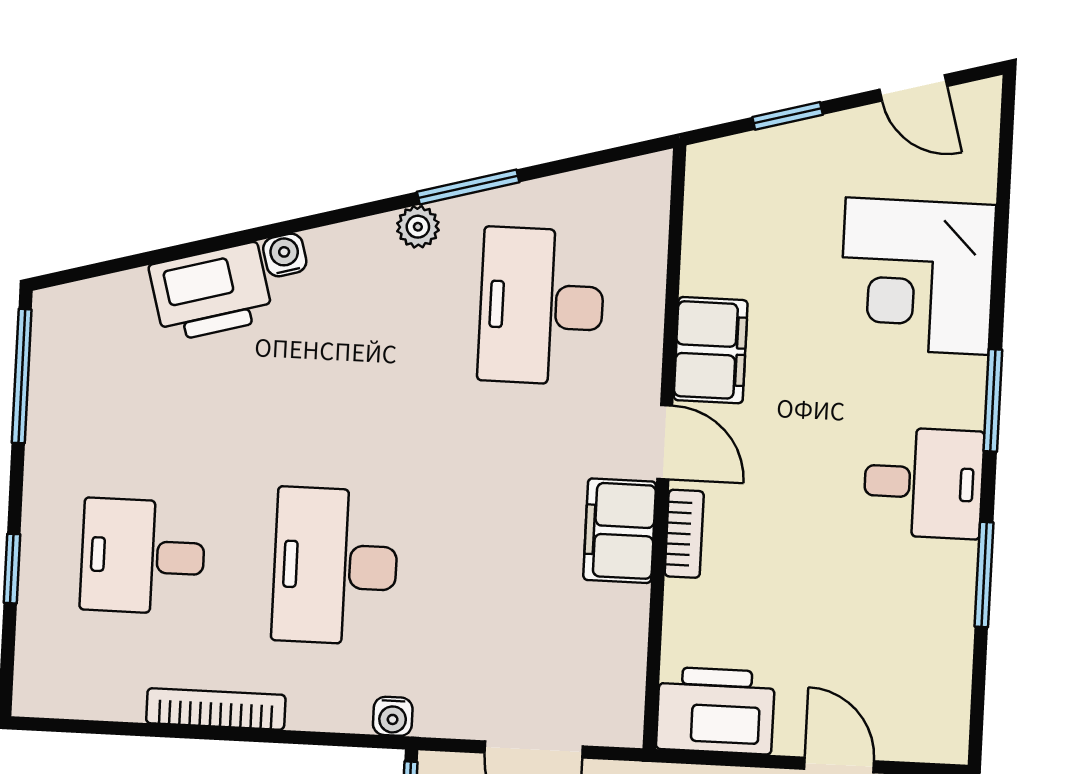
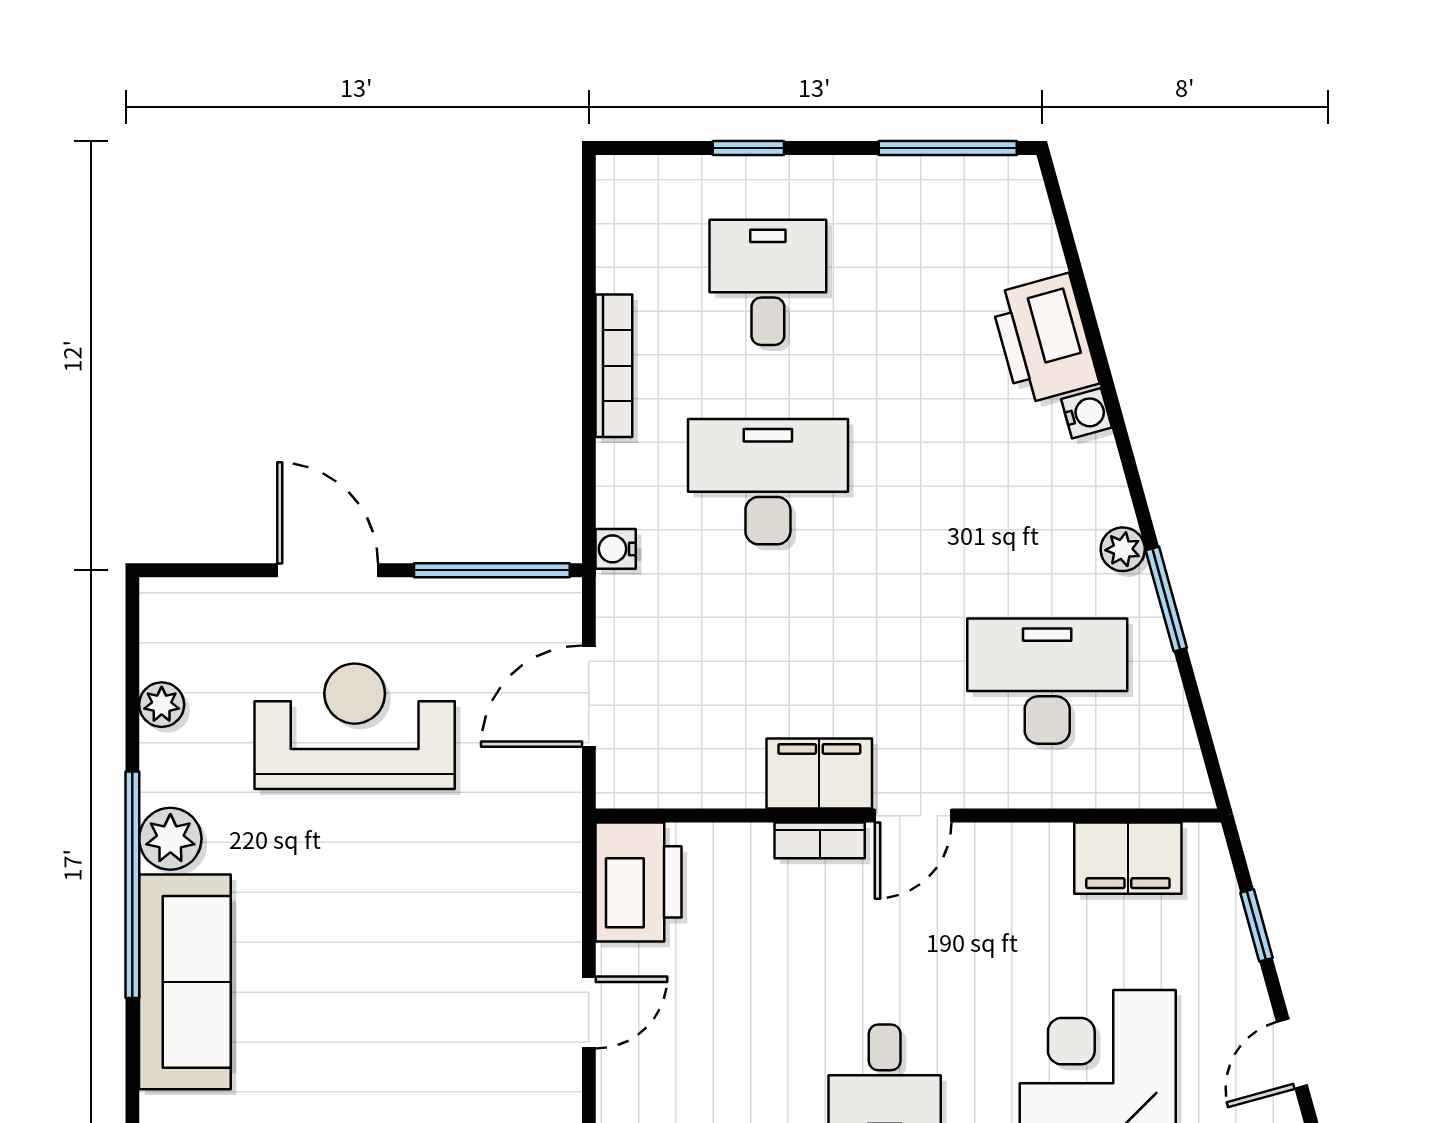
filing cabinet: (711, 350) -> (1128, 858), moved

